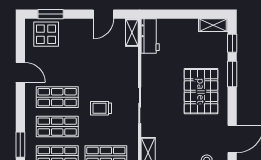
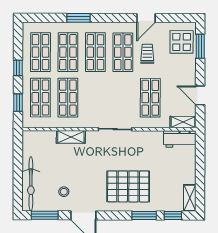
shop shelf: (106, 68) -> (150, 98), added
trolley: (101, 108) -> (147, 54), moved

